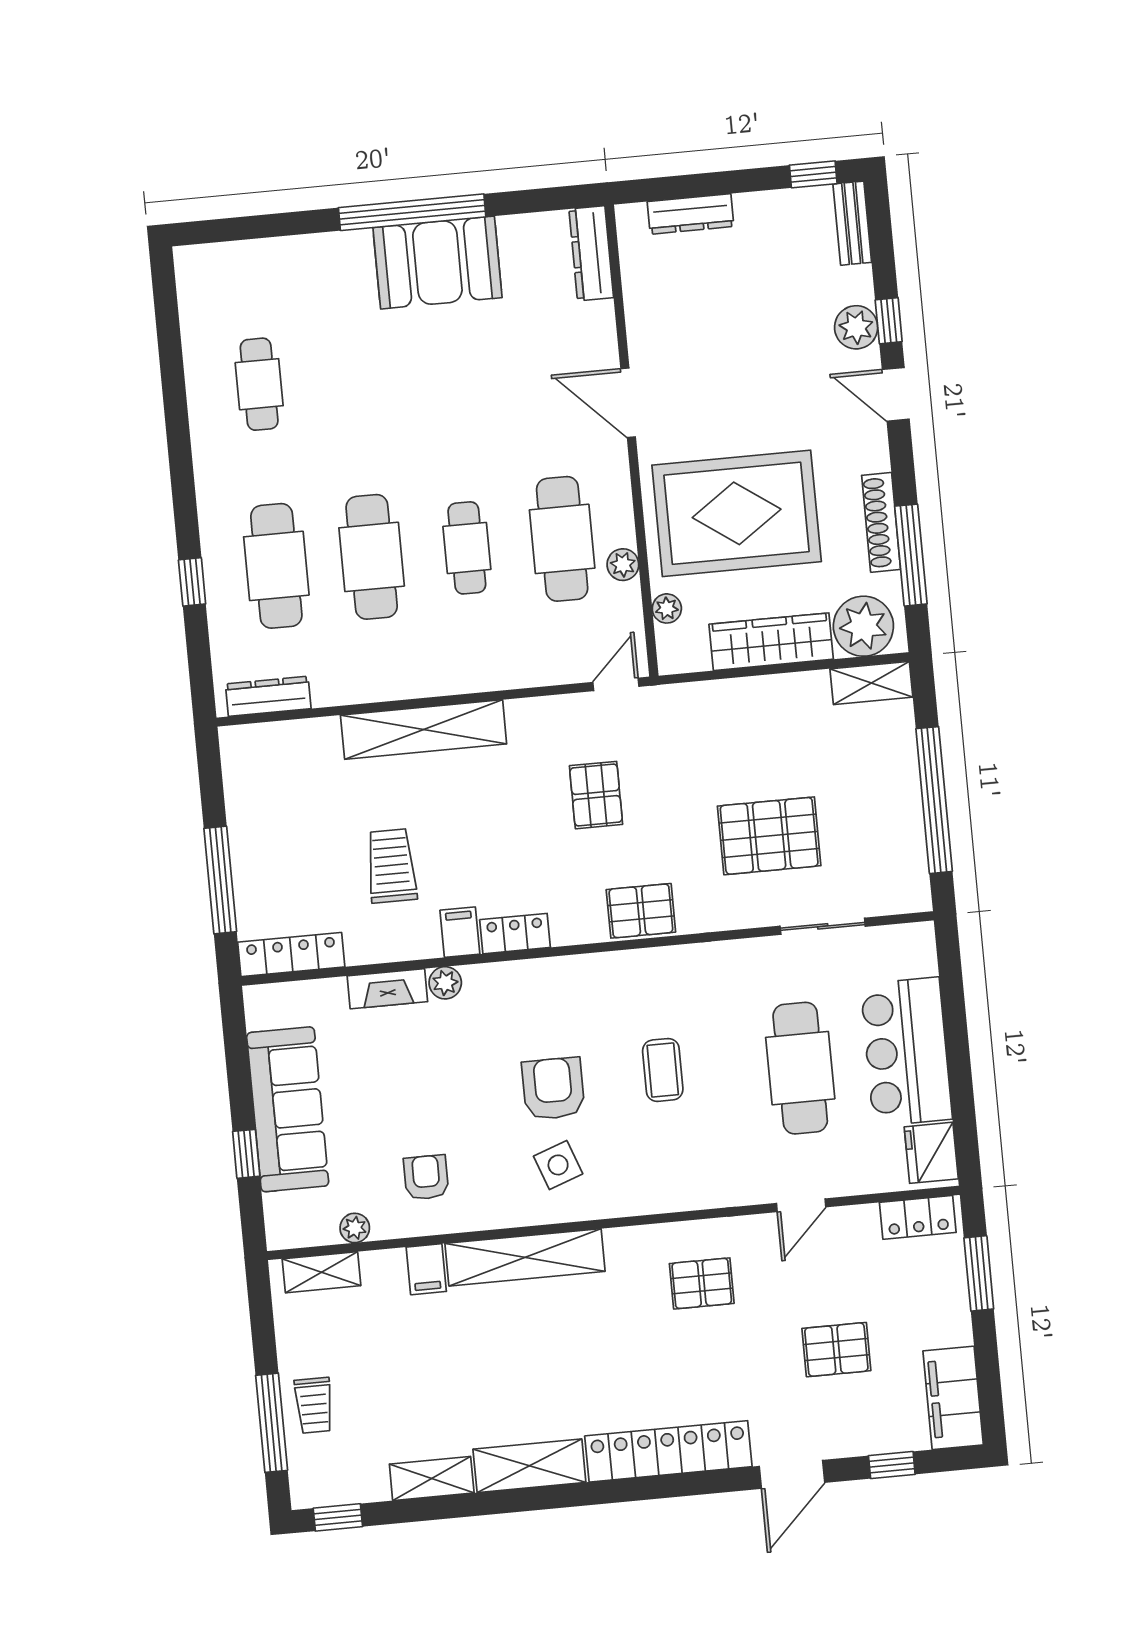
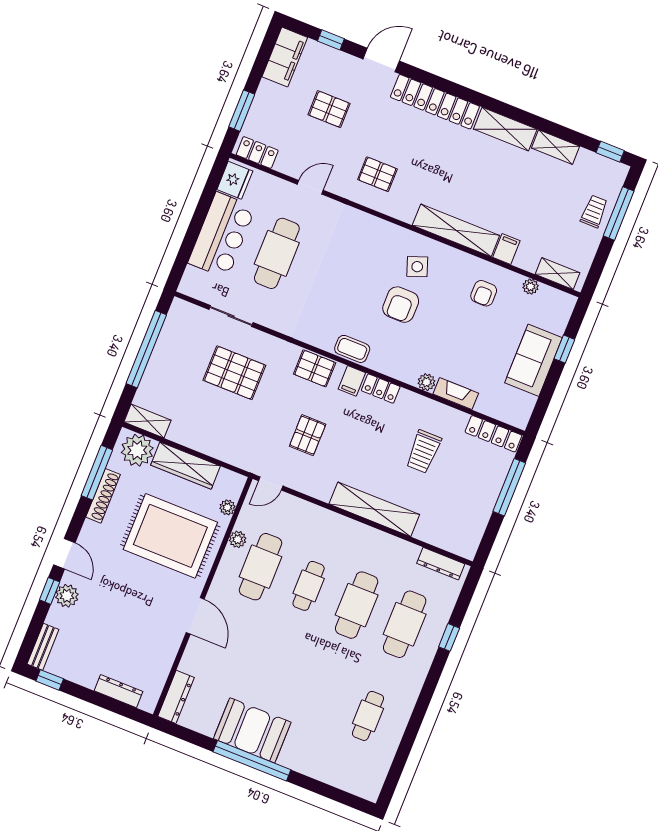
filing cabinet: (460, 932) -> (352, 381), moved
coffee table: (663, 1070) -> (352, 349), moved, turned 90
sofa: (288, 1109) -> (533, 360), width x0.73

